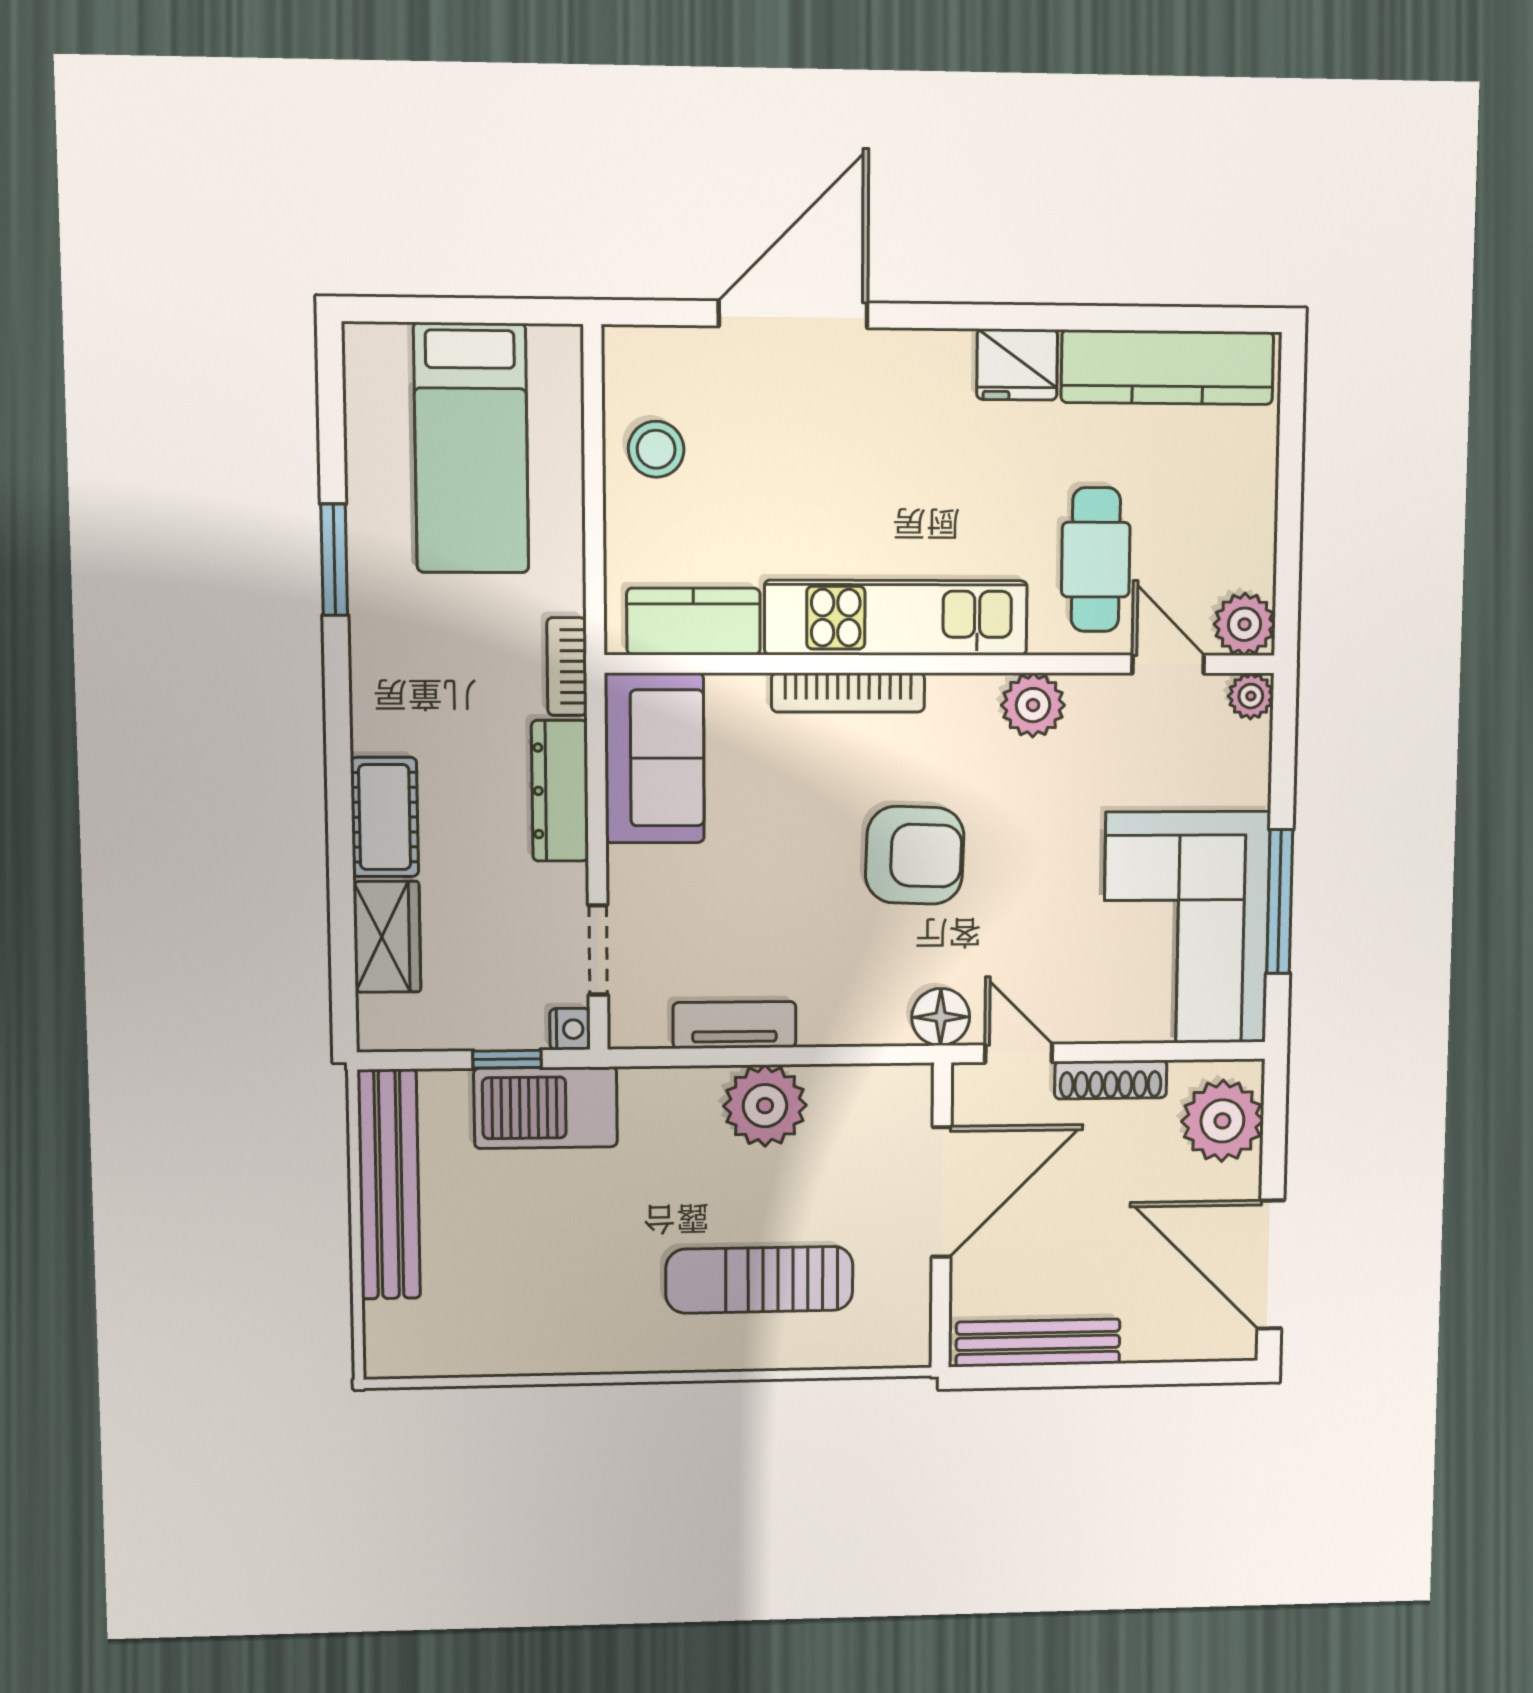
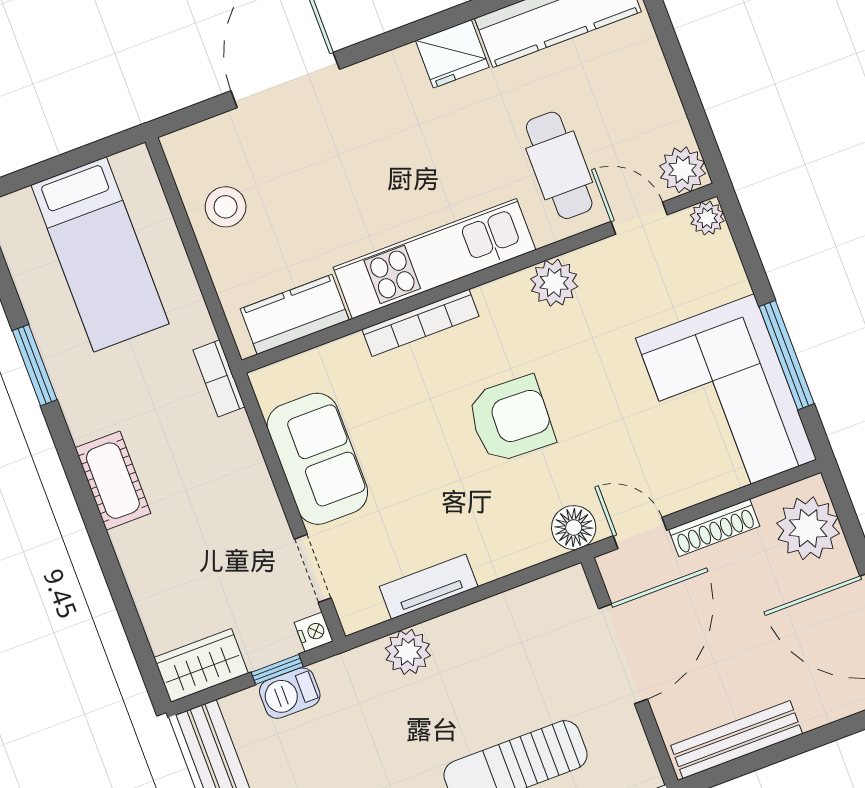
sofa: (654, 758) -> (317, 459), moved
dresser: (560, 791) -> (245, 466), removed
cot: (385, 817) -> (113, 481), moved
wardrobe: (387, 937) -> (201, 665), moved, turned -90
plant: (765, 1106) -> (408, 652), moved, width x0.73, depth x0.73
barbecue: (546, 1108) -> (290, 693), width x0.53, depth x0.65

